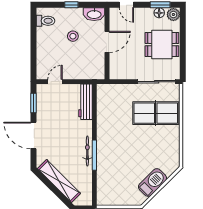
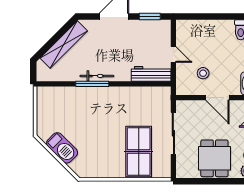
stool: (73, 36) -> (203, 73), moved
door: (55, 82) -> (173, 54), moved
sliding door: (157, 82) -> (173, 133), moved

